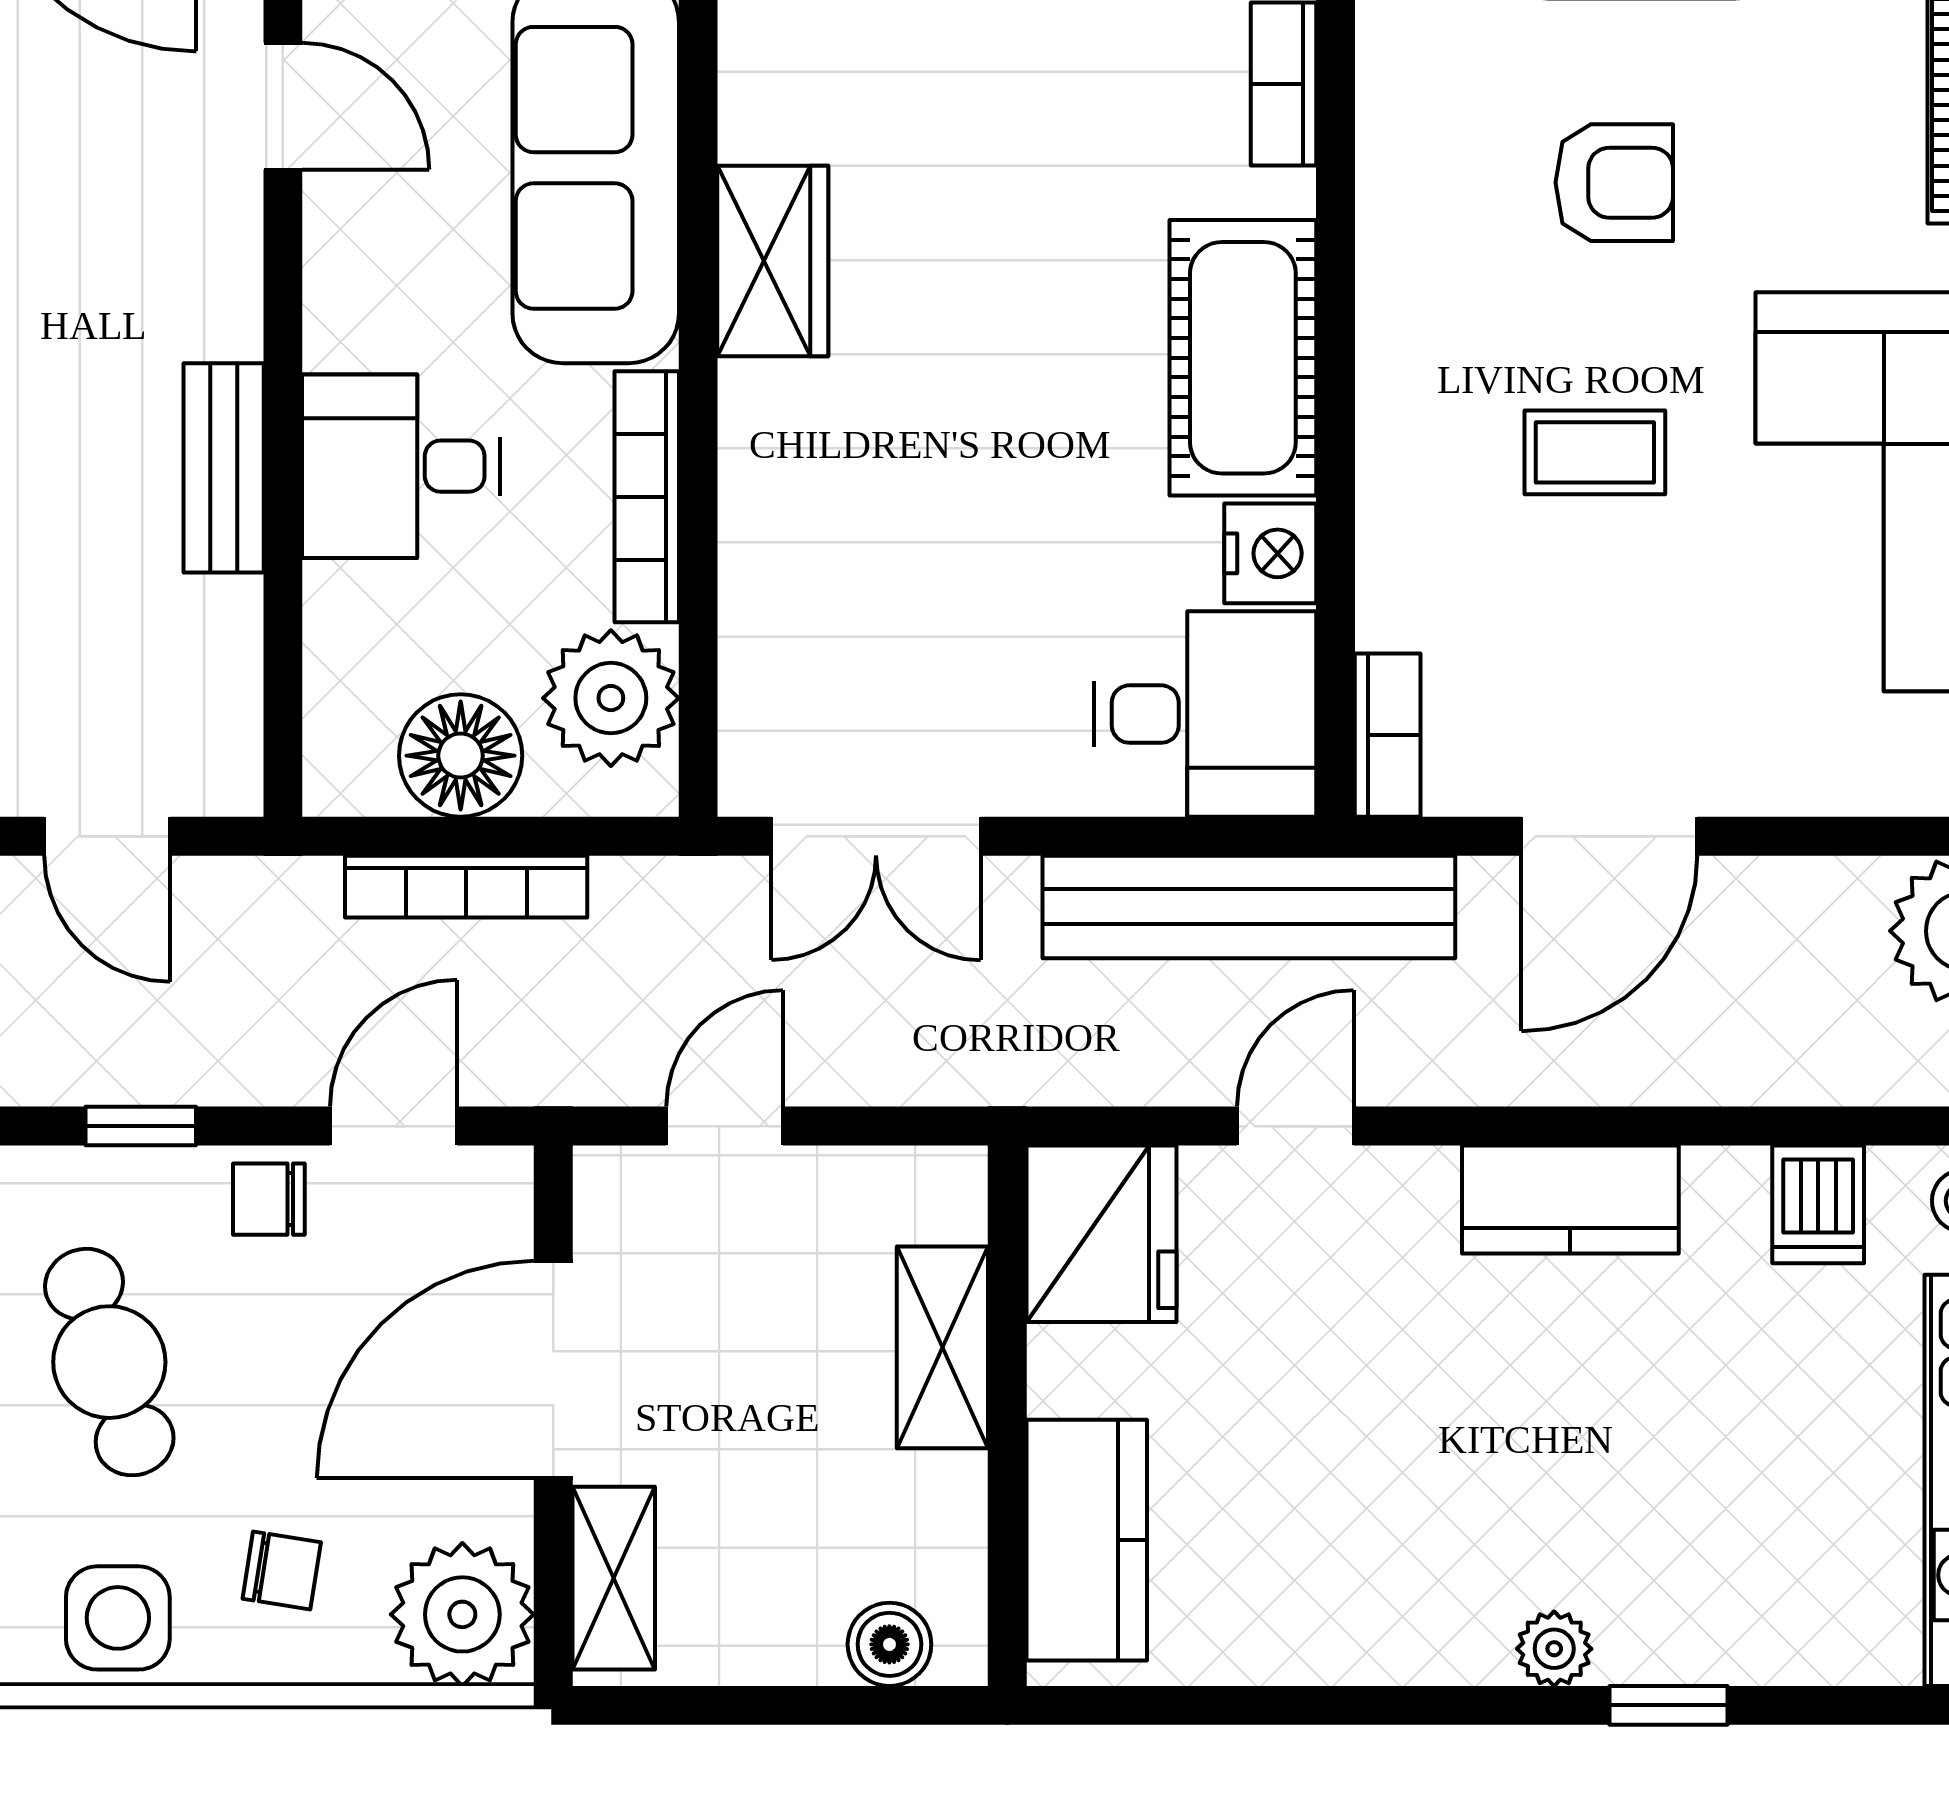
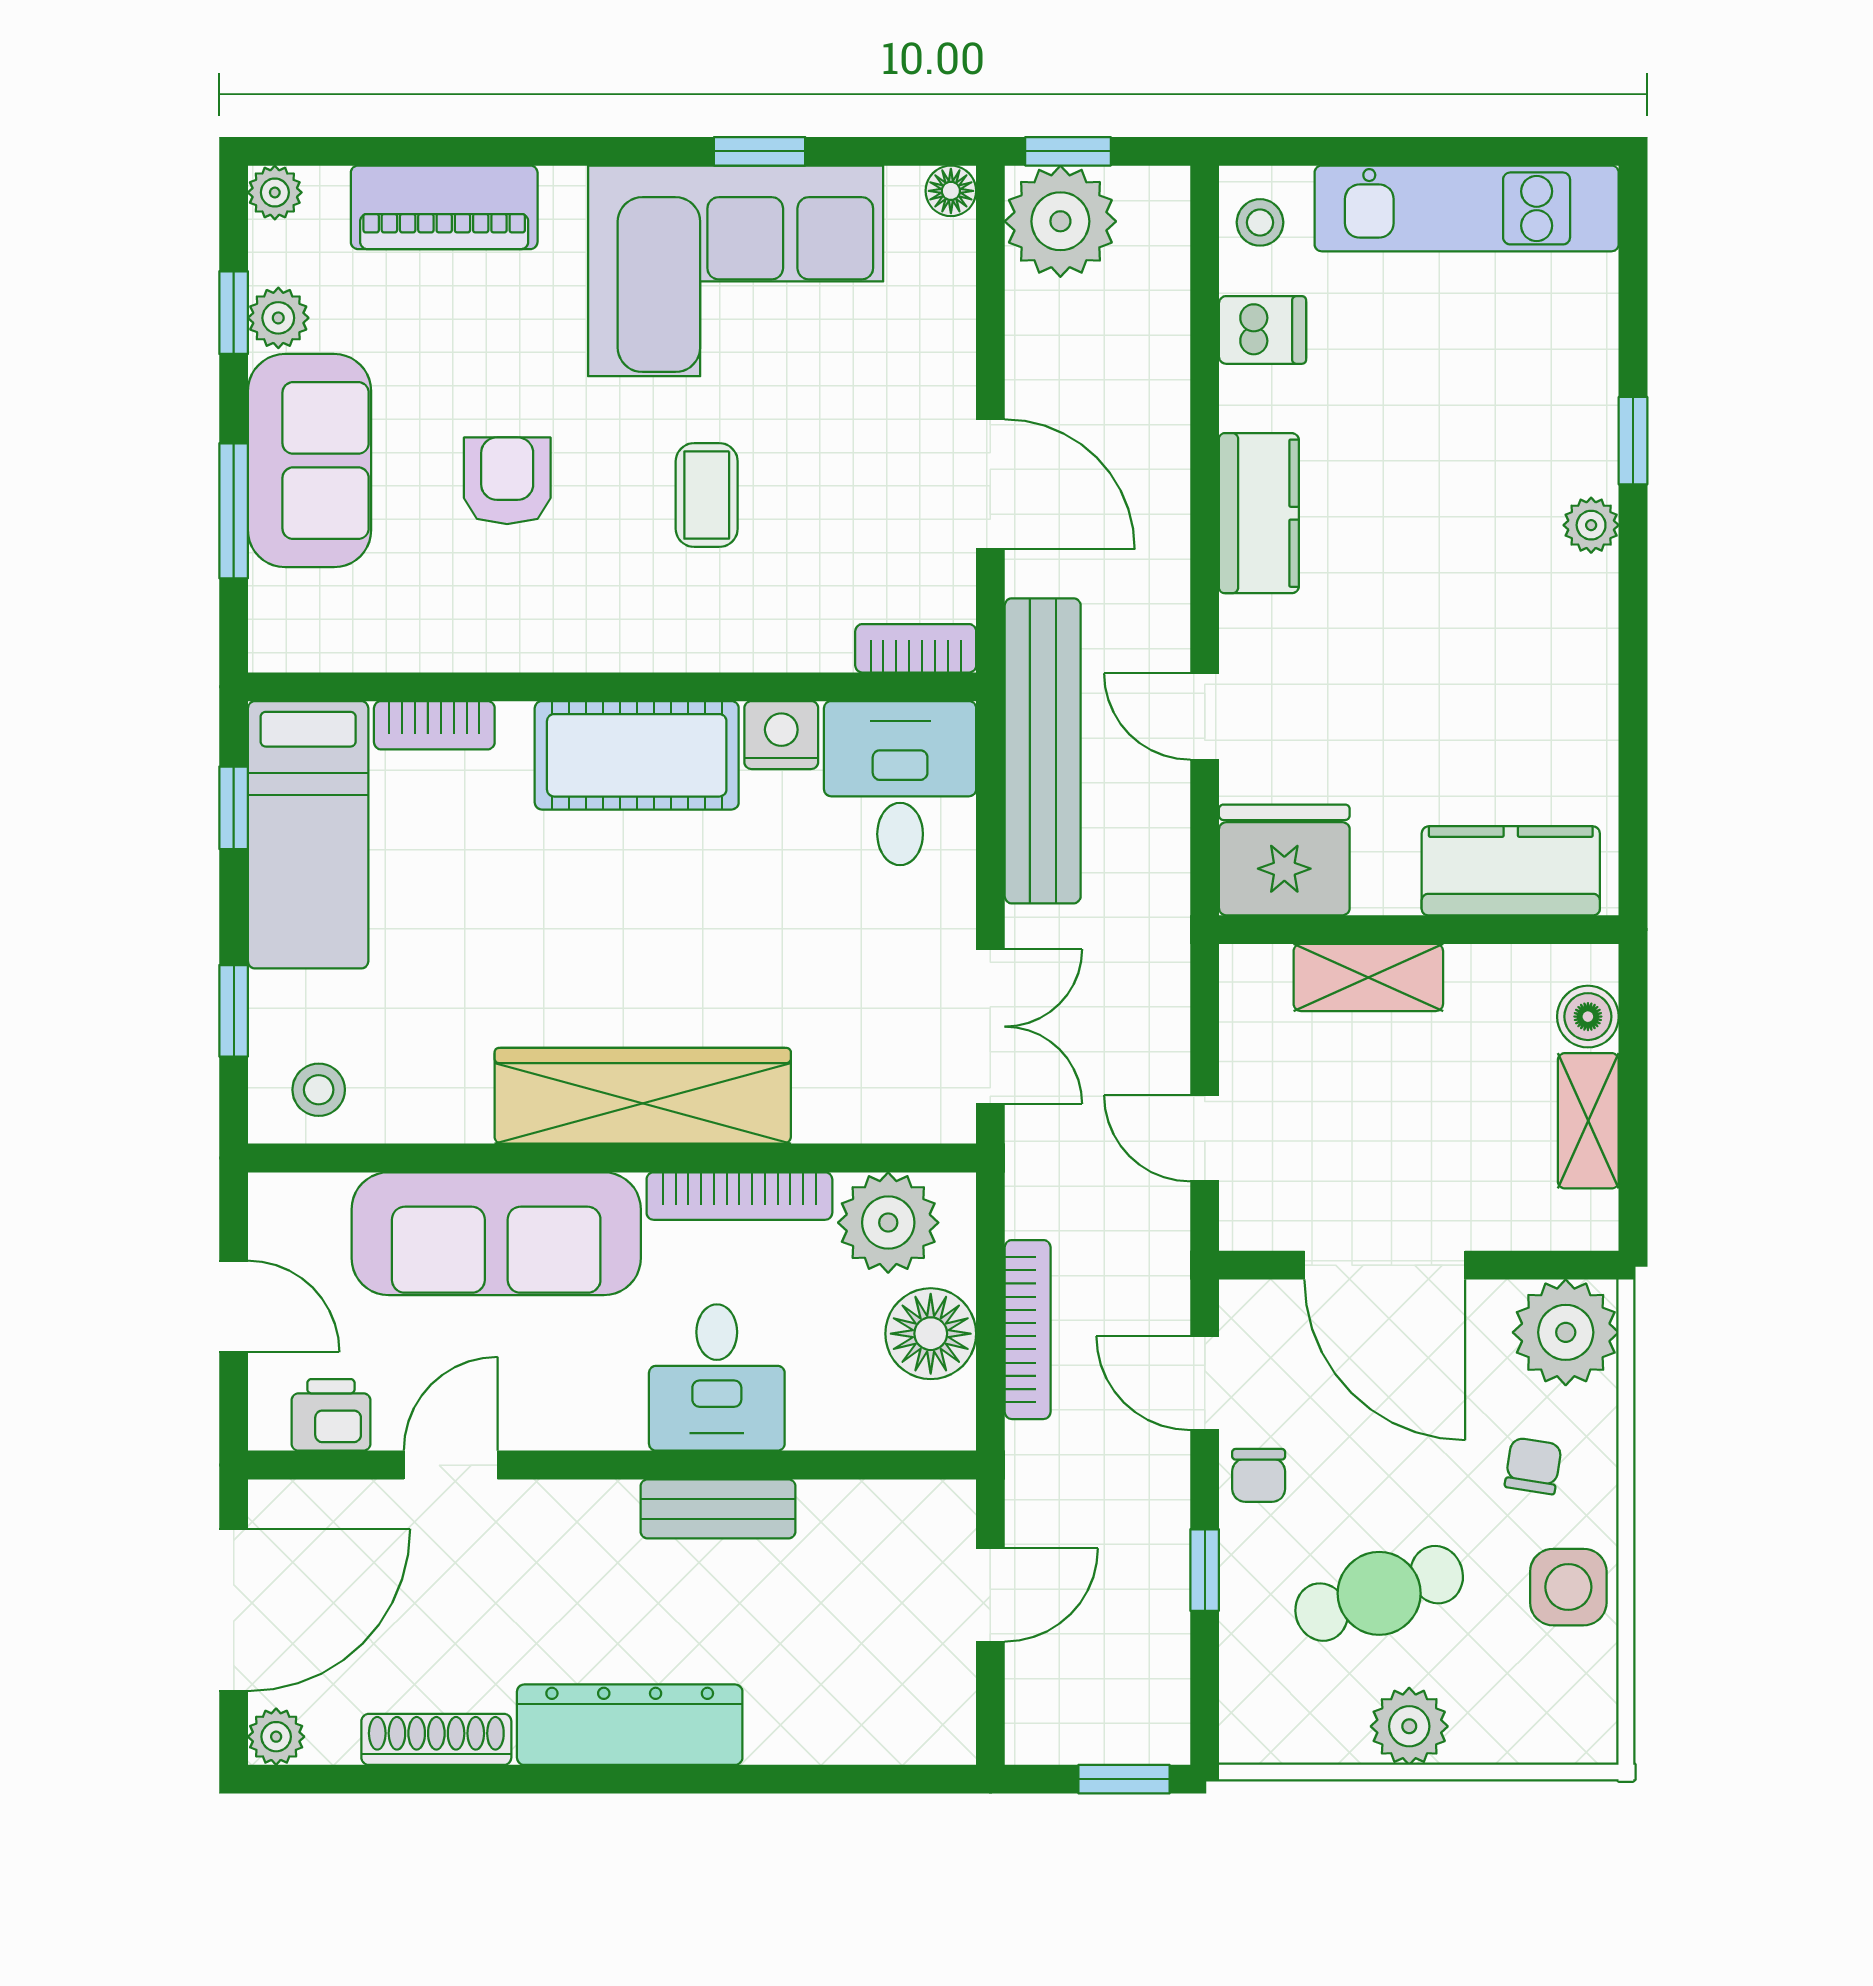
wardrobe: (773, 261) -> (643, 1096), width x2.10, depth x1.17
shelving: (614, 1578) -> (1588, 1121), moved, turned 90

